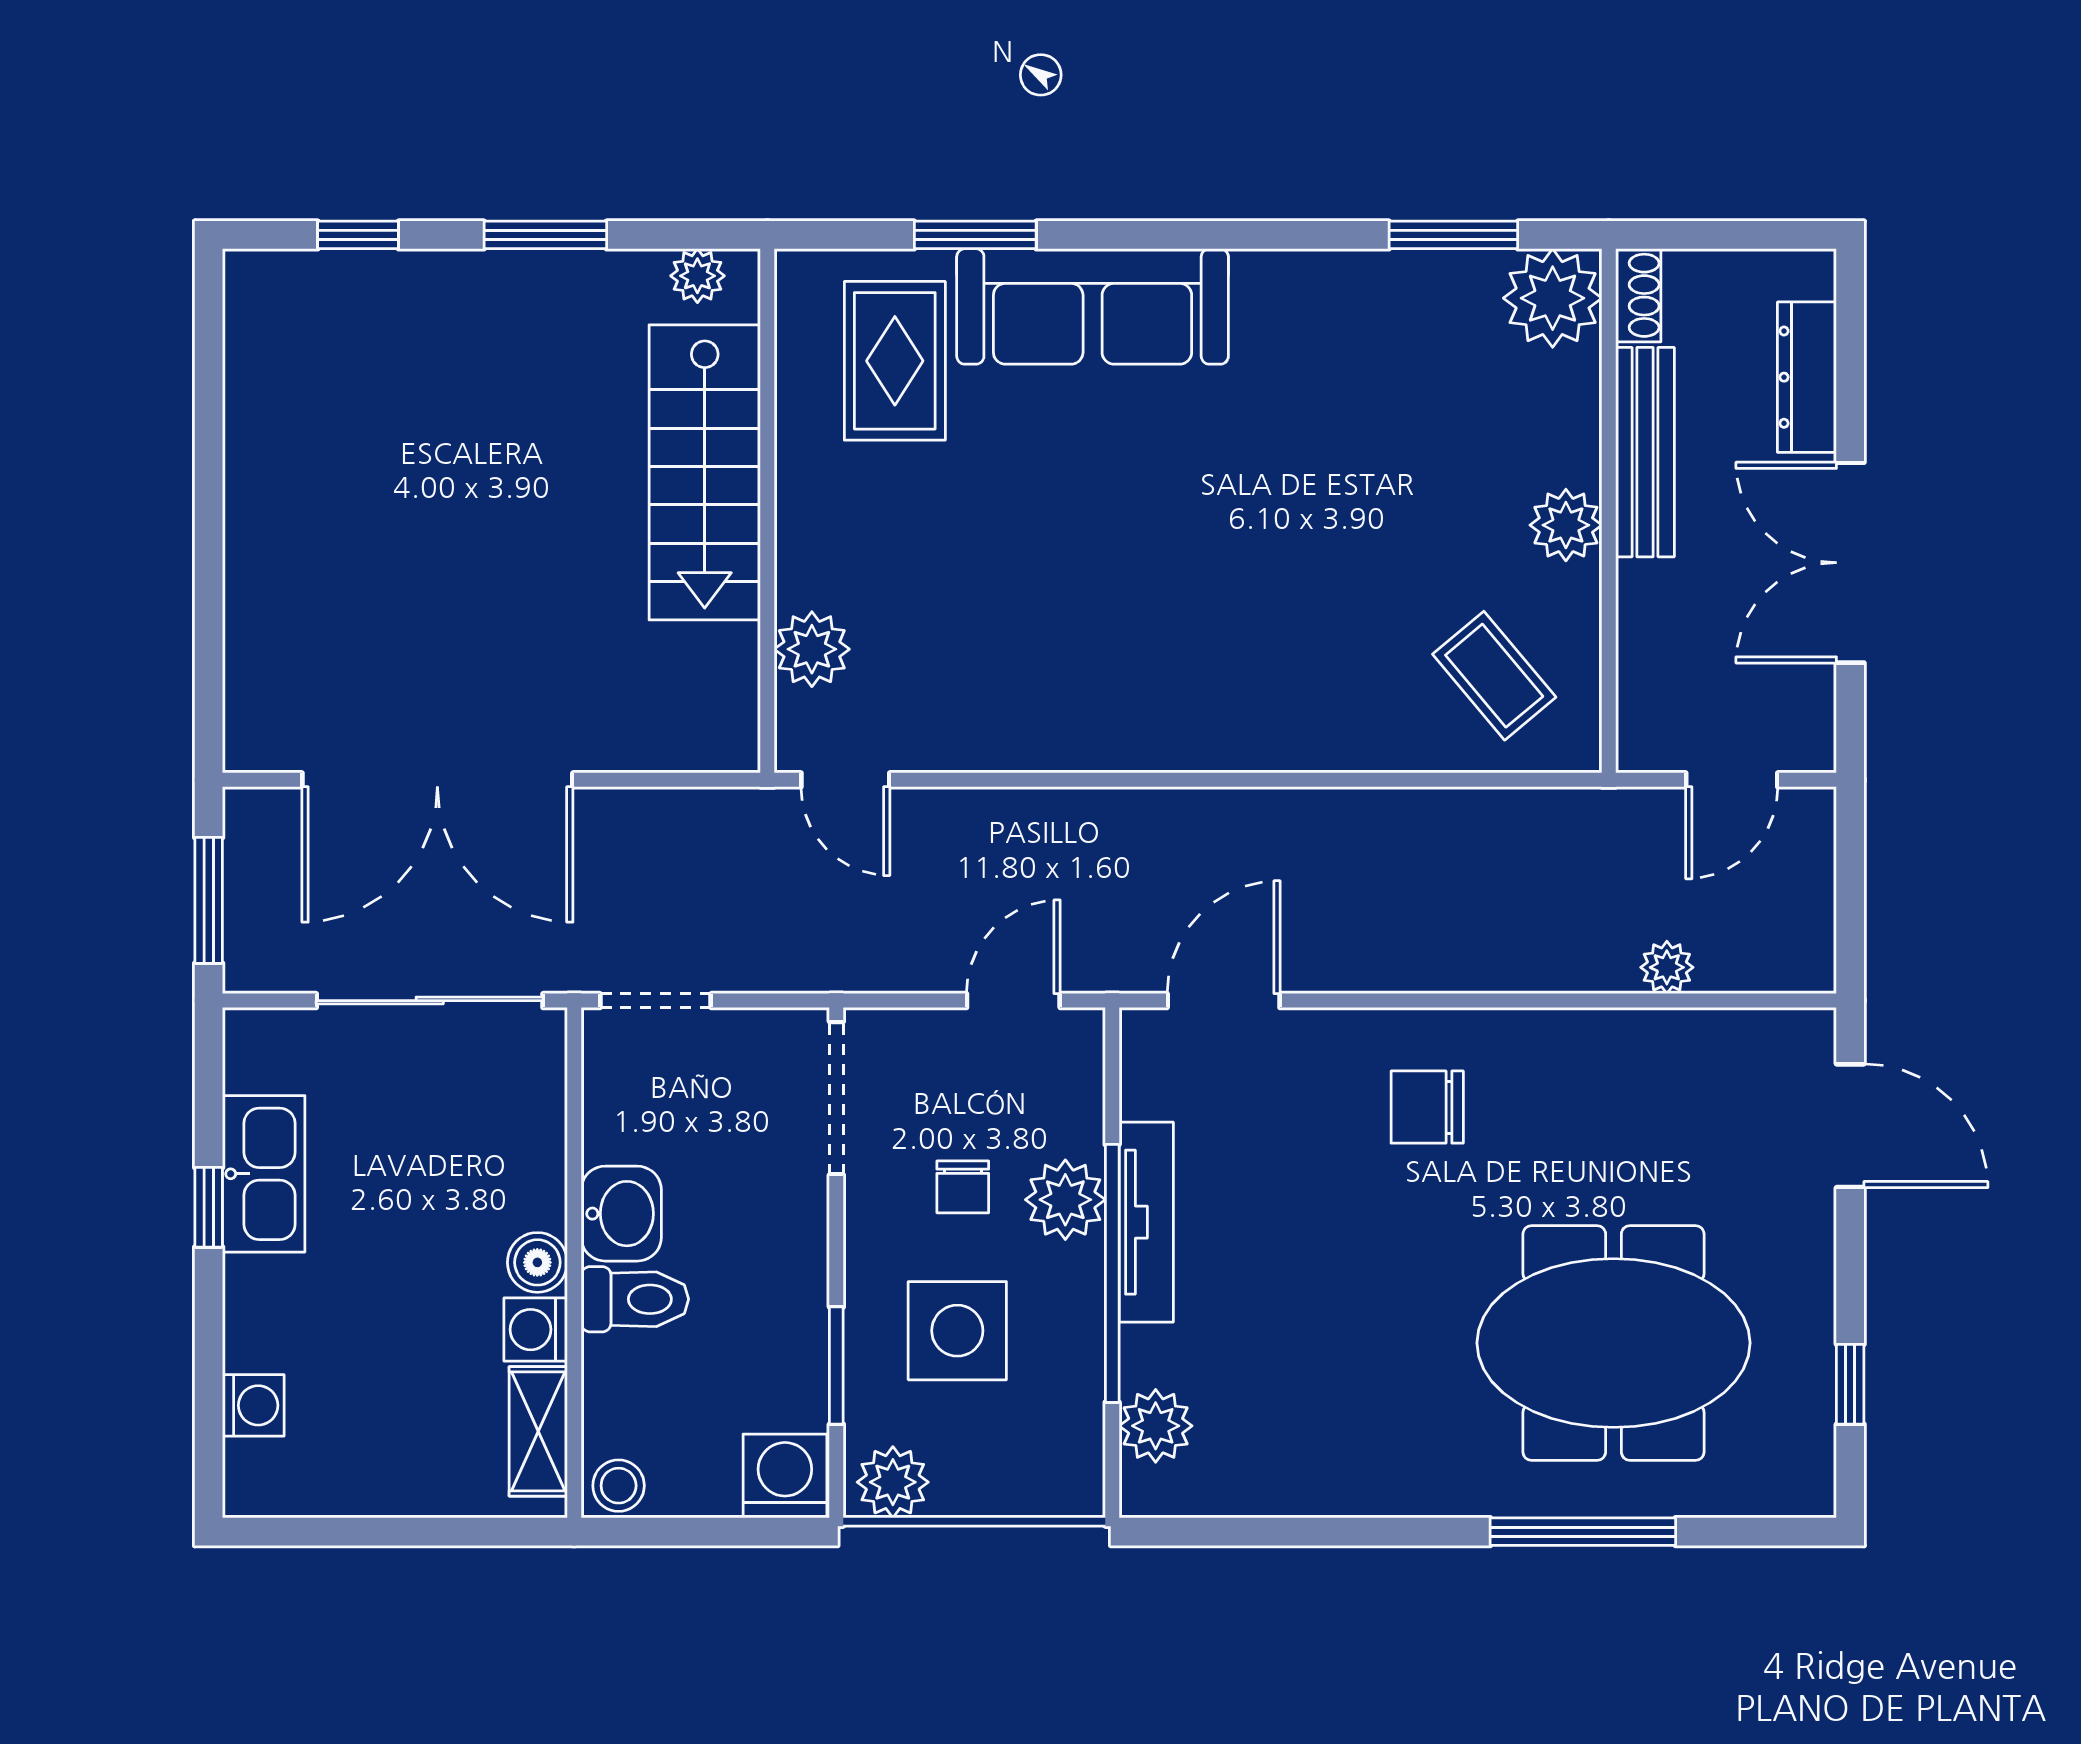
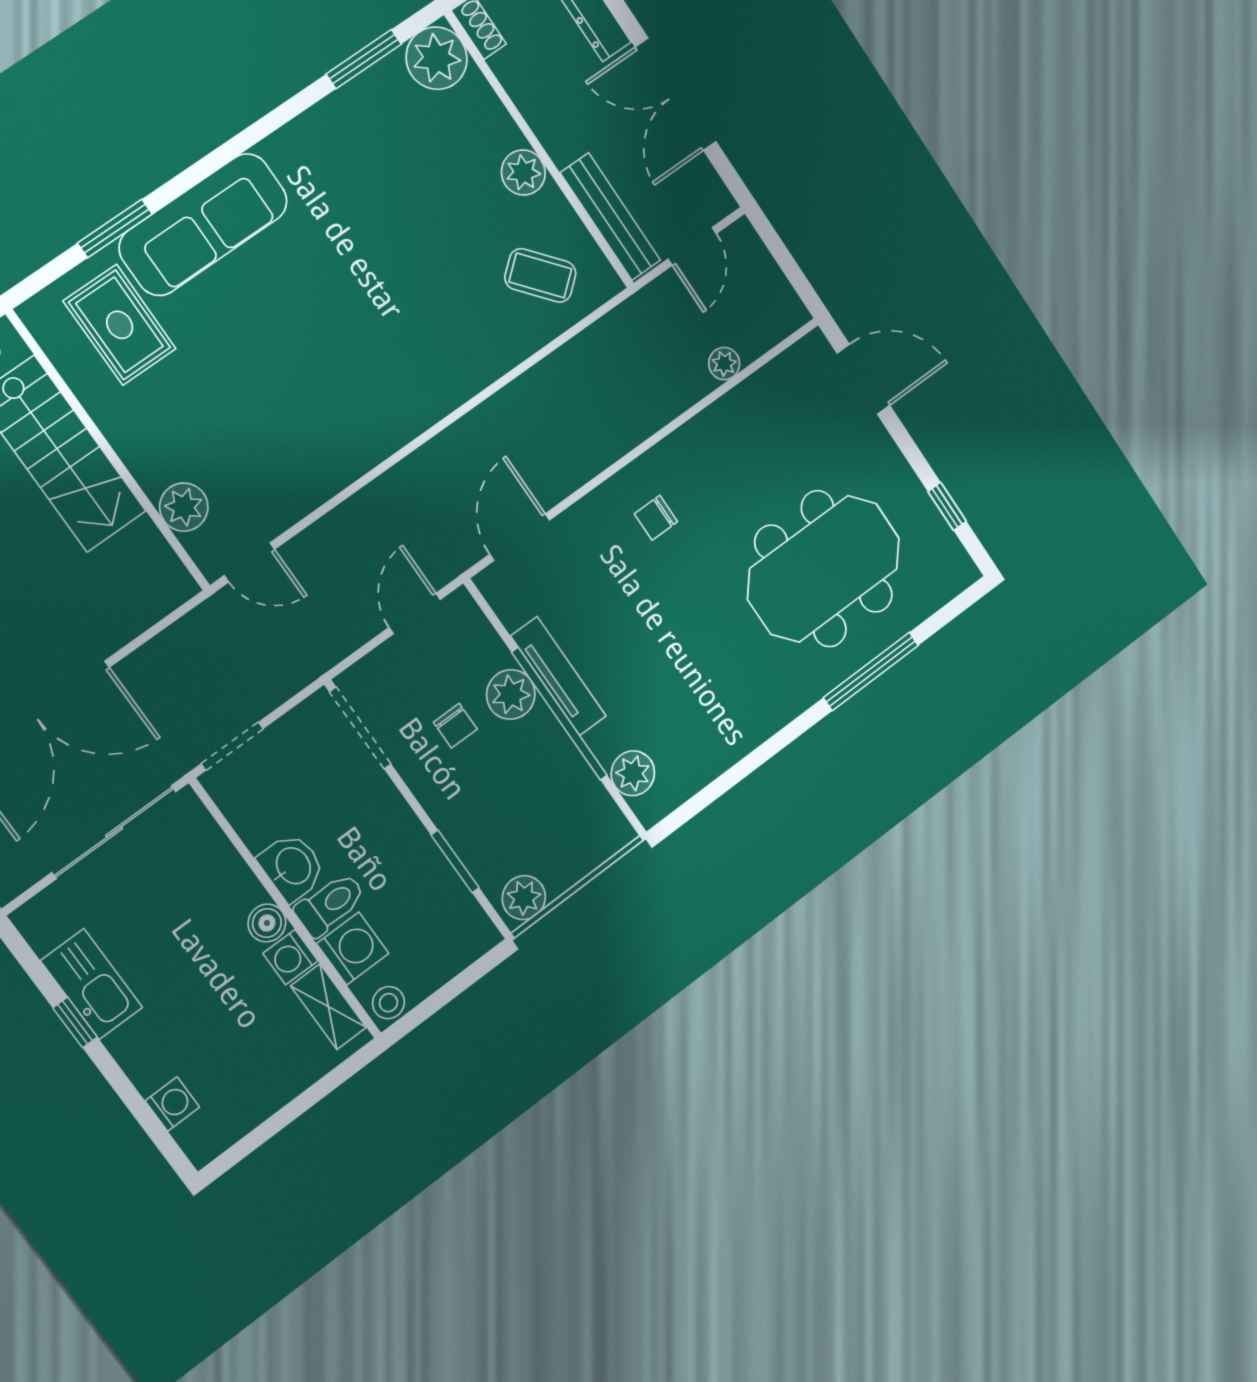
bench: (1645, 452) -> (610, 217), moved
chair: (1427, 1107) -> (656, 518), width x0.73, depth x0.73
side table: (957, 1331) -> (503, 799), removed
washing machine: (785, 1476) -> (353, 949), moved, turned 90

